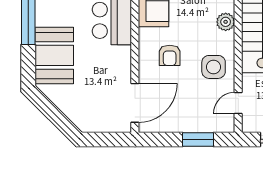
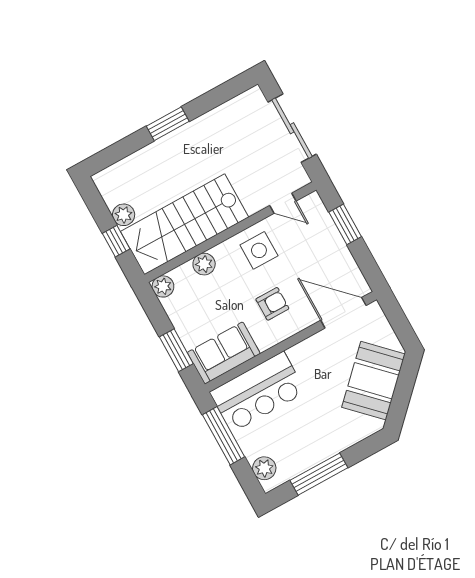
booth: (54, 55) -> (373, 381), moved, turned -45

